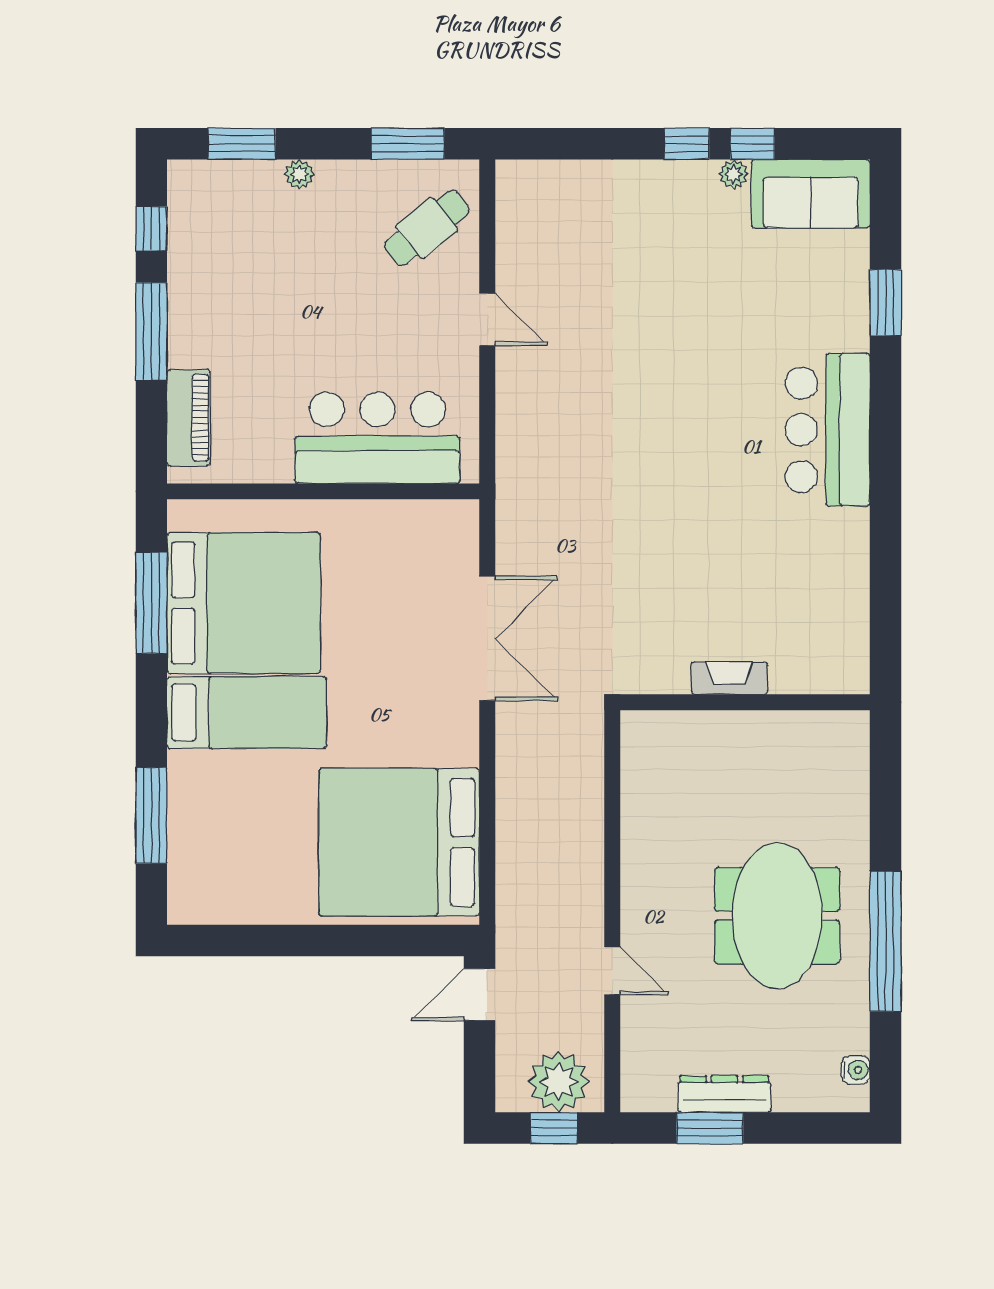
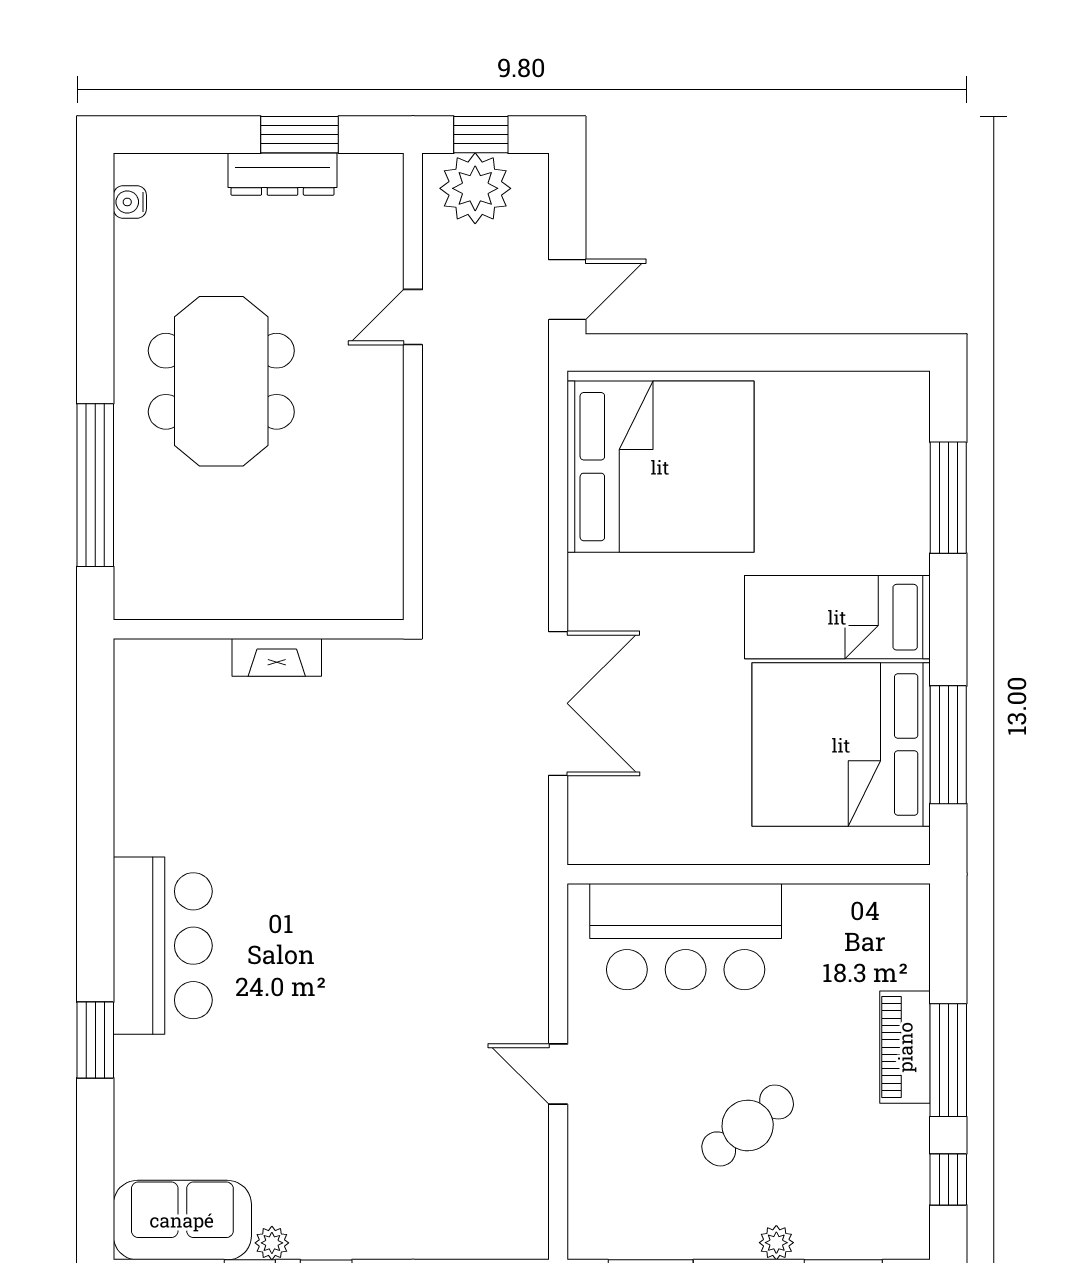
cafe table: (427, 228) -> (748, 1125), moved
window: (886, 302) -> (95, 1040), moved
piano: (189, 418) -> (905, 1047), moved
double door: (487, 638) -> (558, 703), swing flipped
window: (886, 941) -> (95, 485), moved
door: (612, 971) -> (413, 317), hinge flipped

